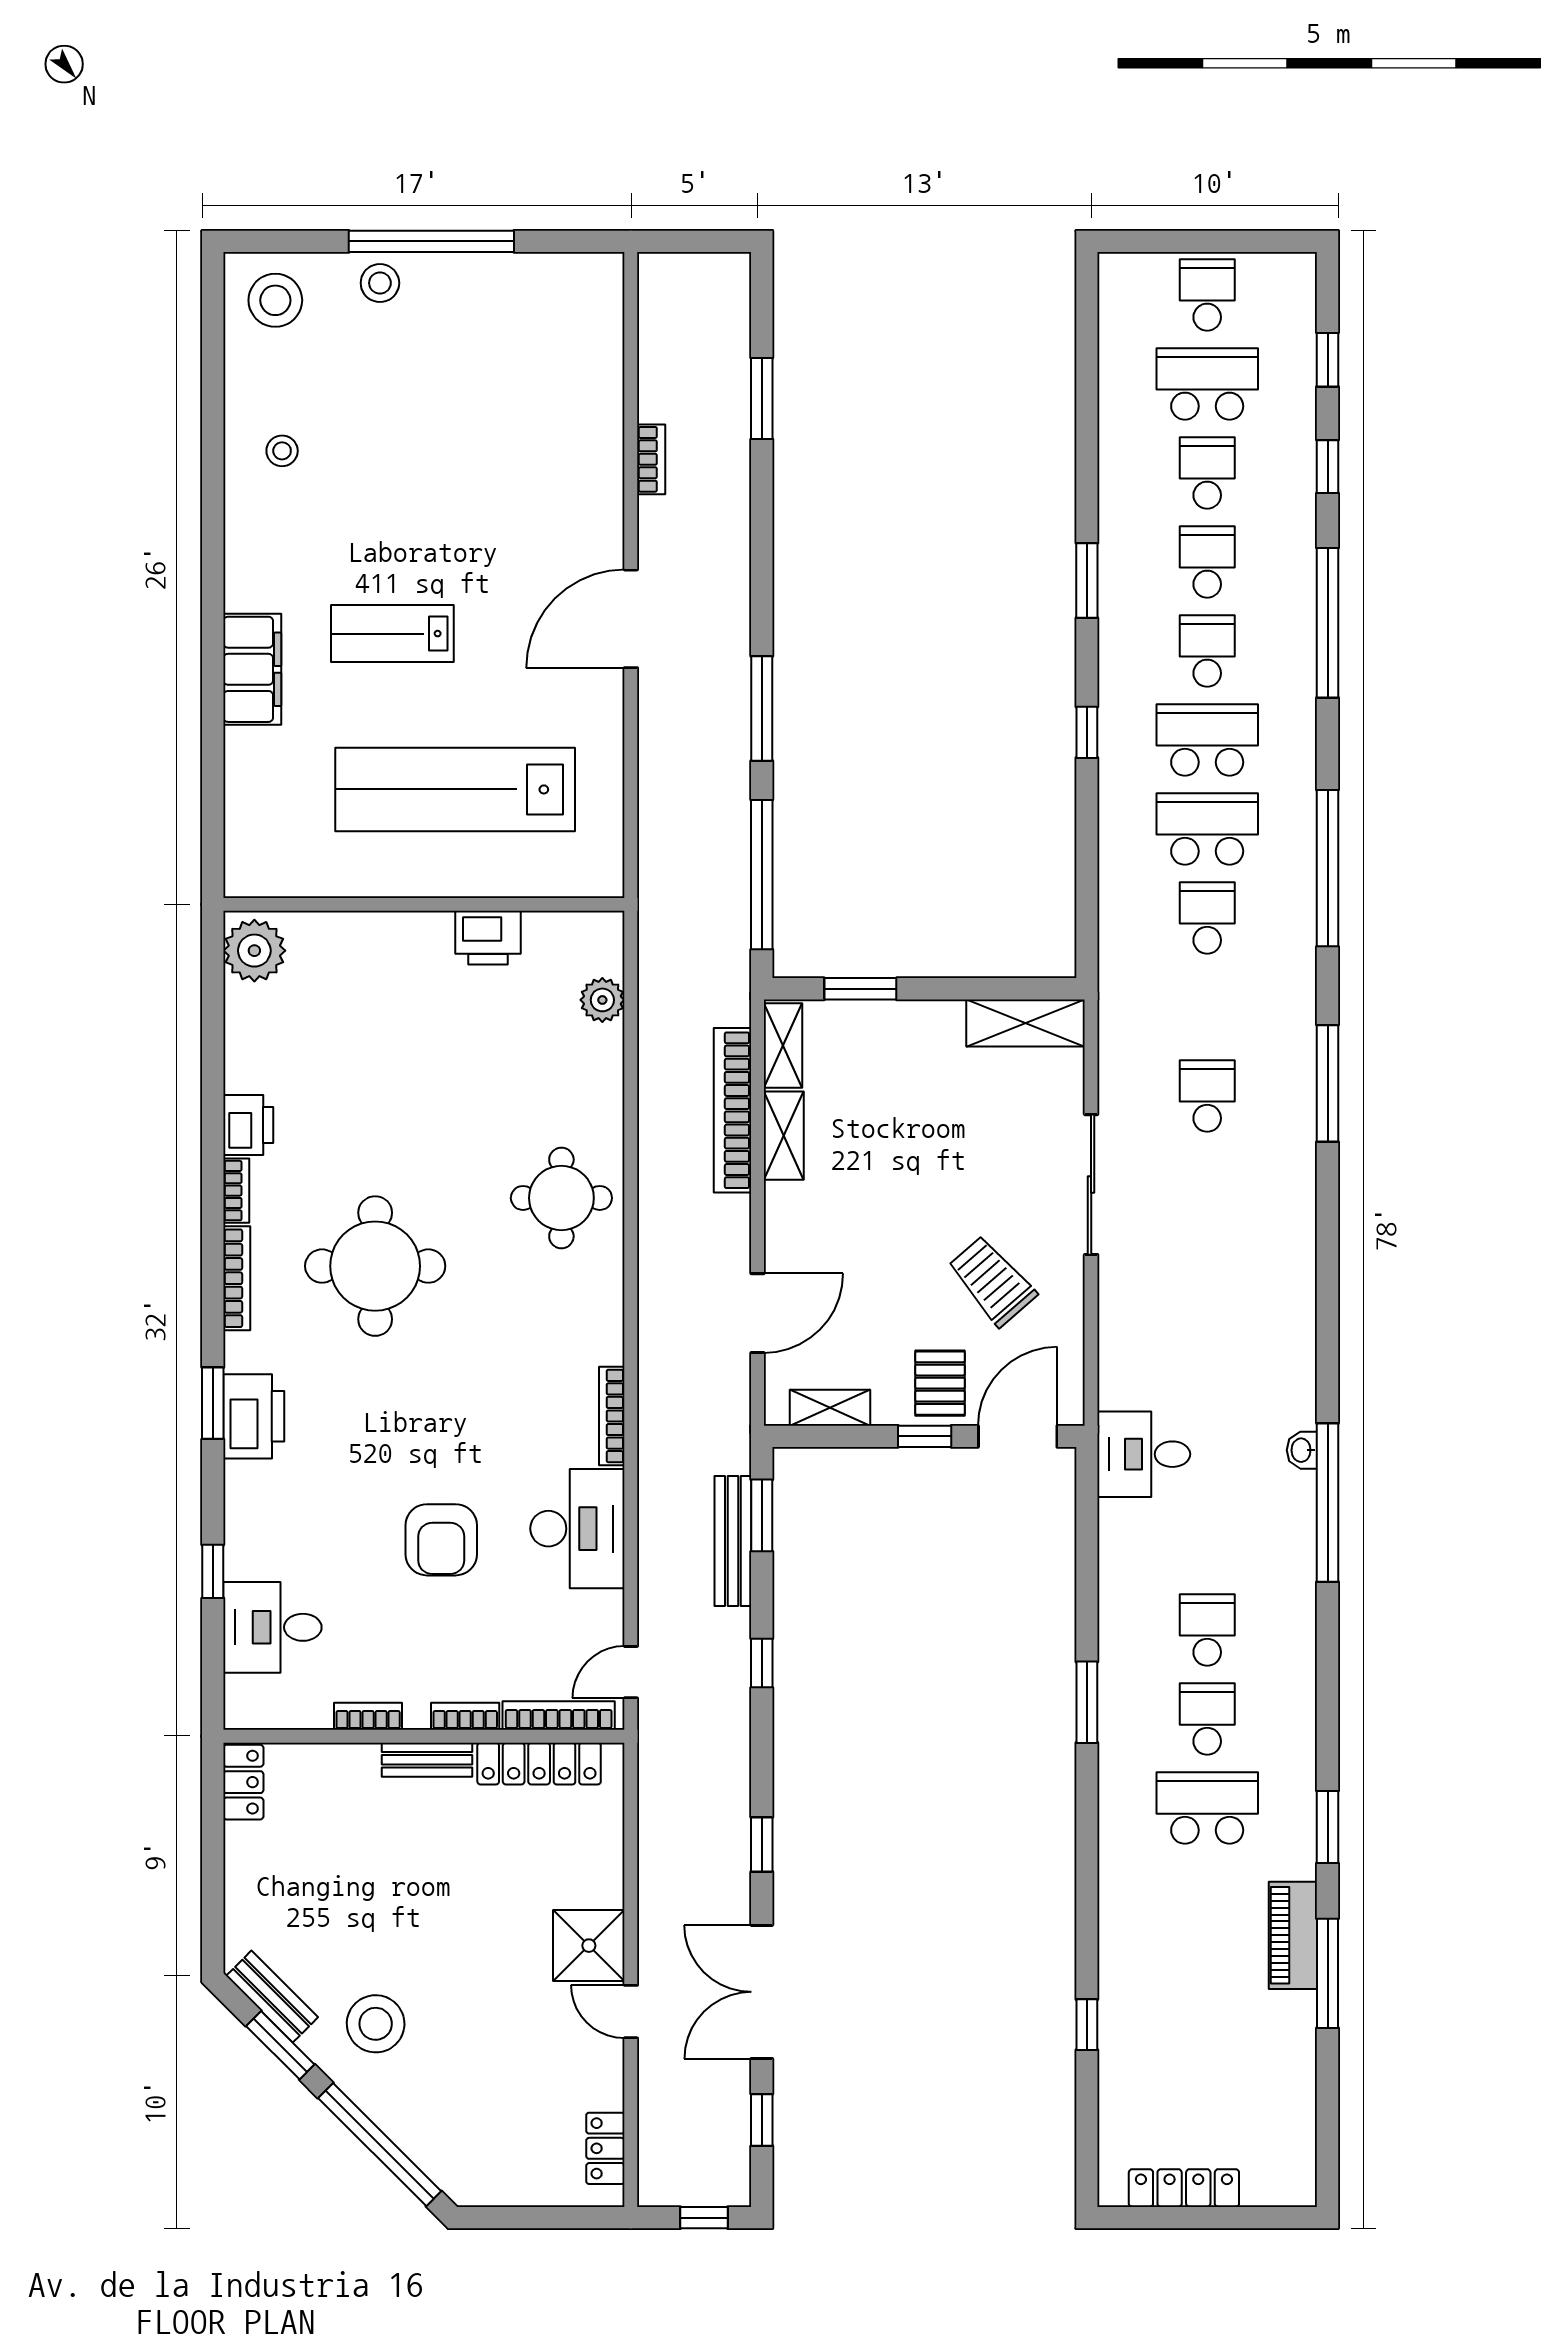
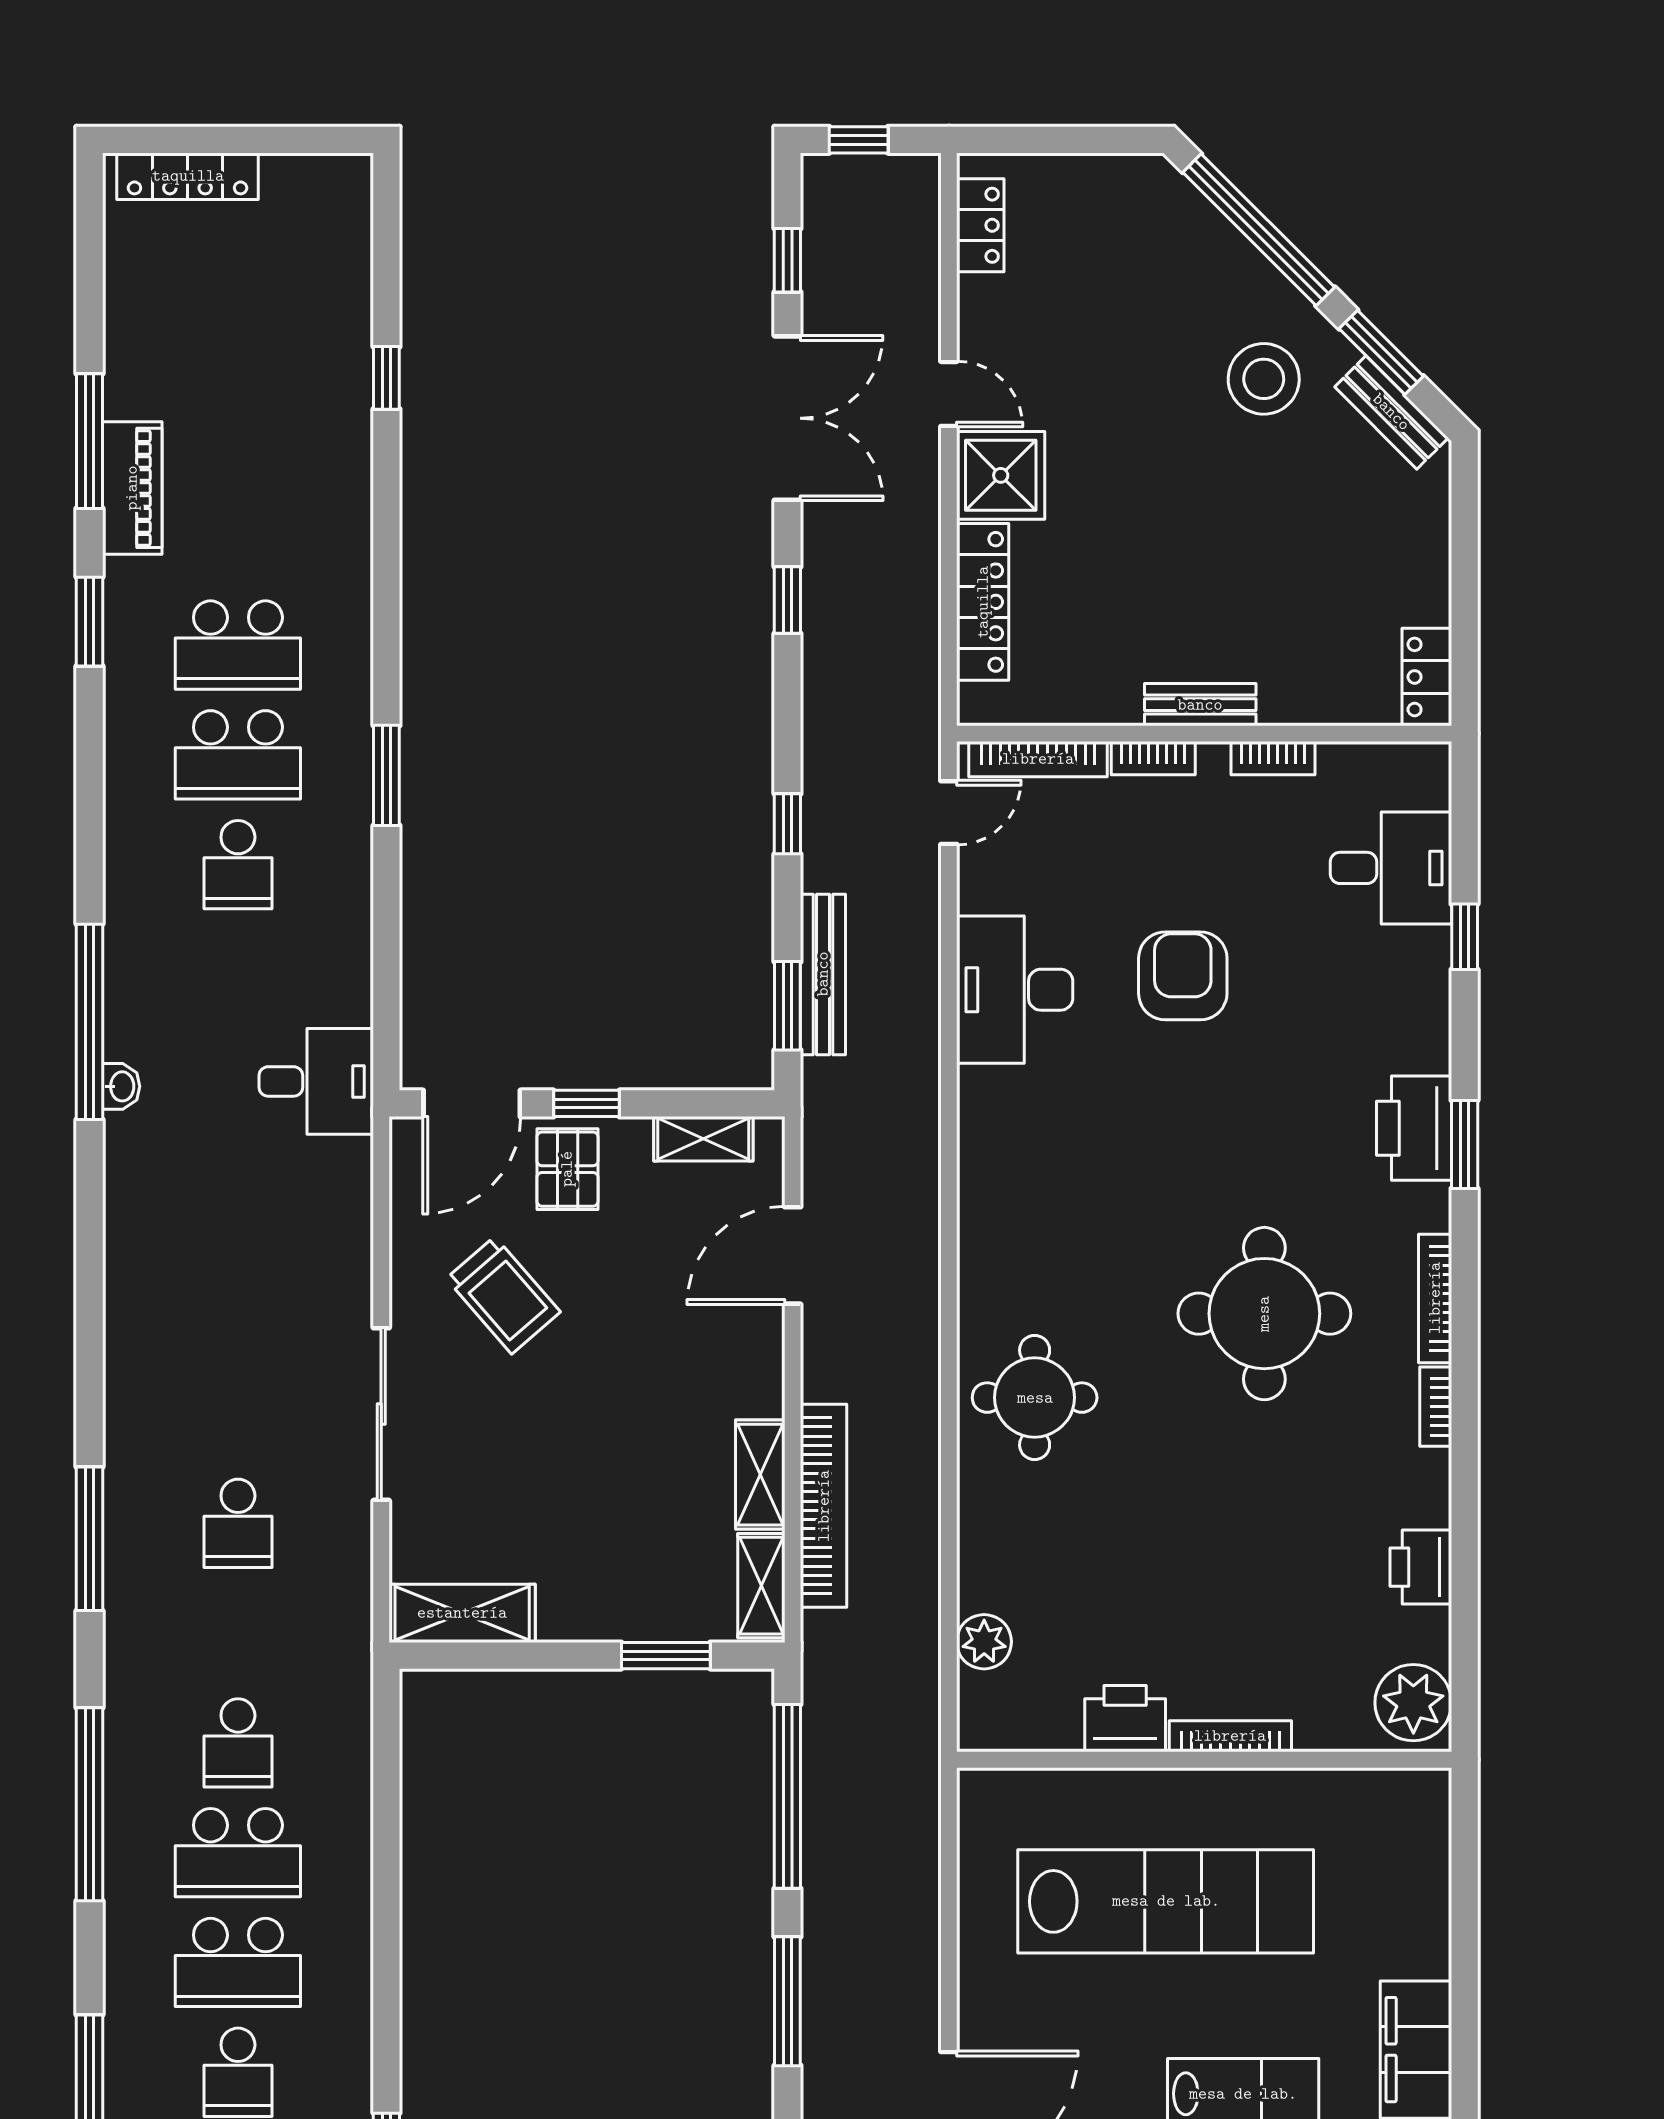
window: (1087, 732) -> (386, 1972), removed
printer: (248, 1125) -> (1421, 1567), moved
bookcase: (612, 1416) -> (1230, 1736), moved, turned -90
school desk: (1207, 1719) -> (238, 755), width x1.85
locker: (539, 1764) -> (983, 602), moved, turned 90
locker: (1184, 2188) -> (188, 176), moved

